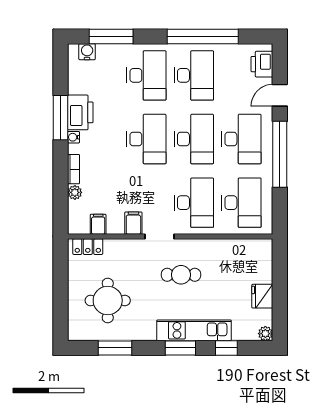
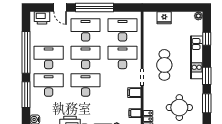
window: (111, 36) -> (26, 95), moved
cafe table: (181, 275) -> (164, 65), width x1.37, depth x1.35
fridge: (262, 296) -> (164, 18), moved
window: (180, 348) -> (207, 76), moved

